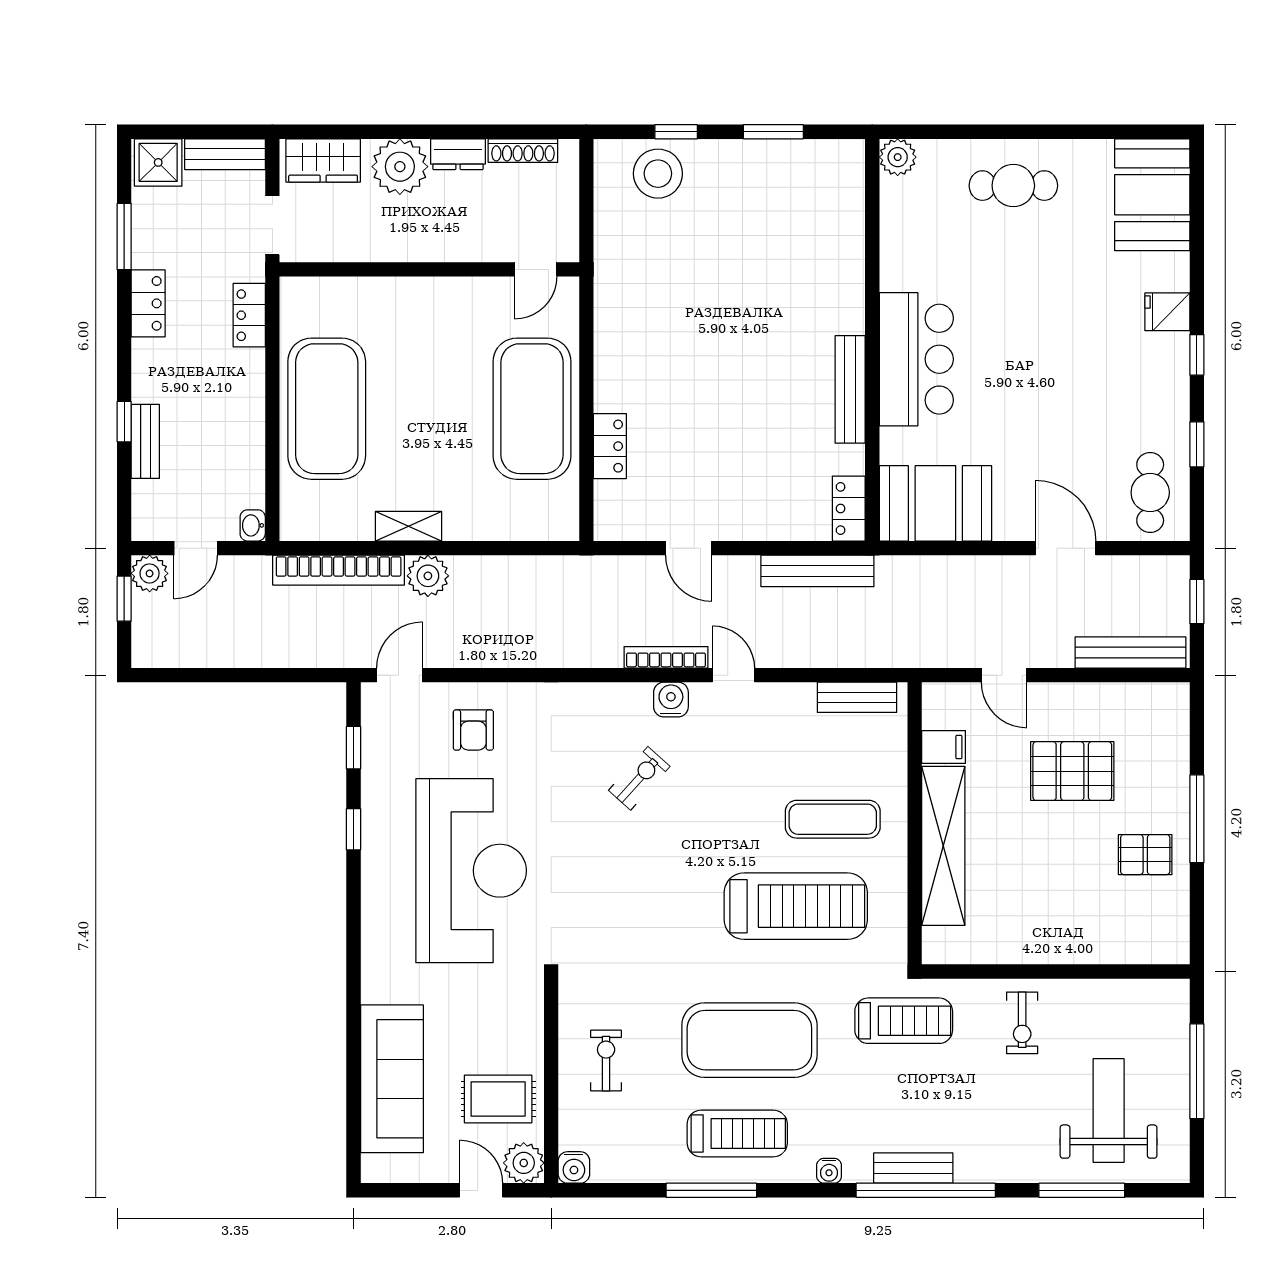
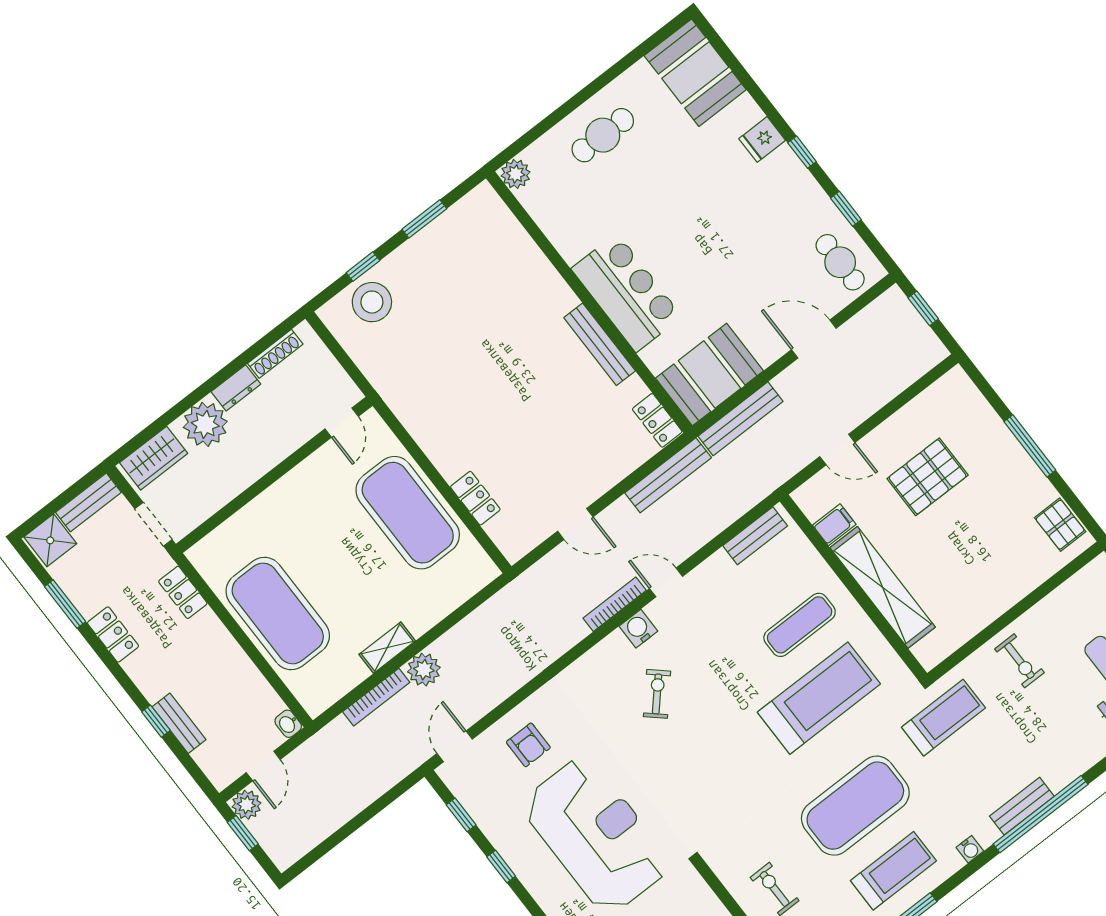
bookcase: (339, 570) -> (376, 697), width x0.68, depth x0.76
bench: (1131, 653) -> (741, 419), moved
pallet: (1145, 855) -> (1060, 525), moved, turned 90

